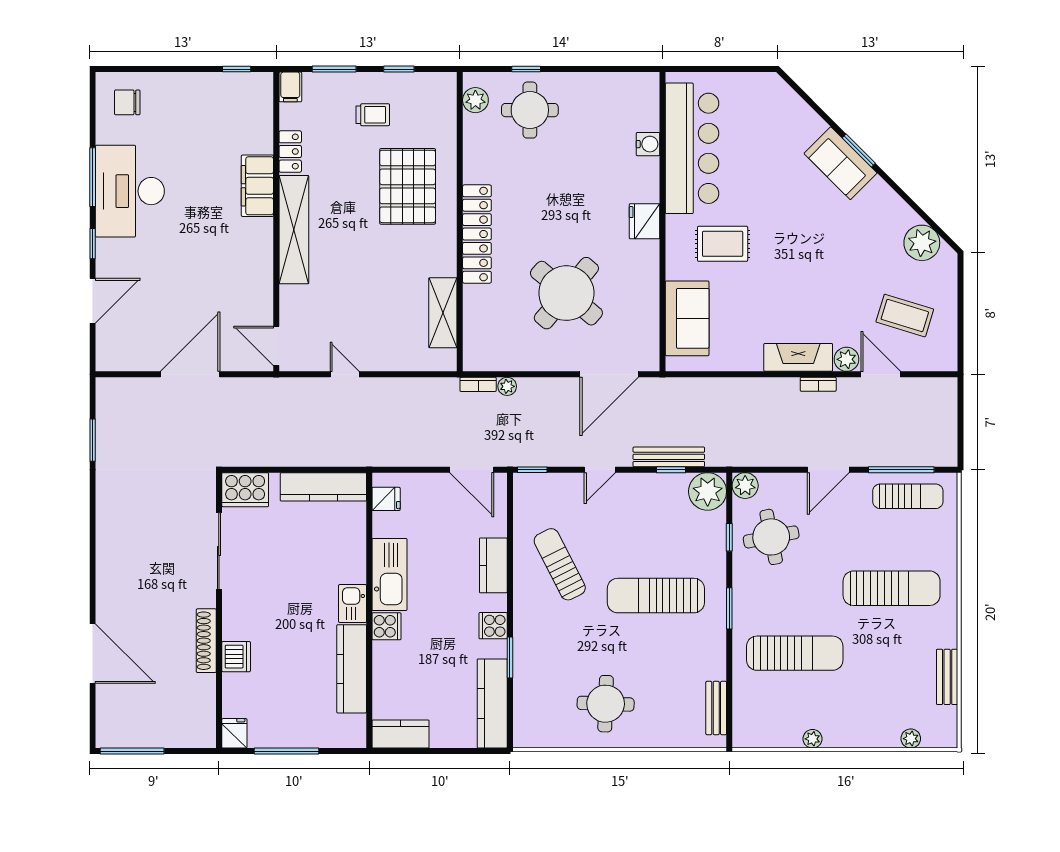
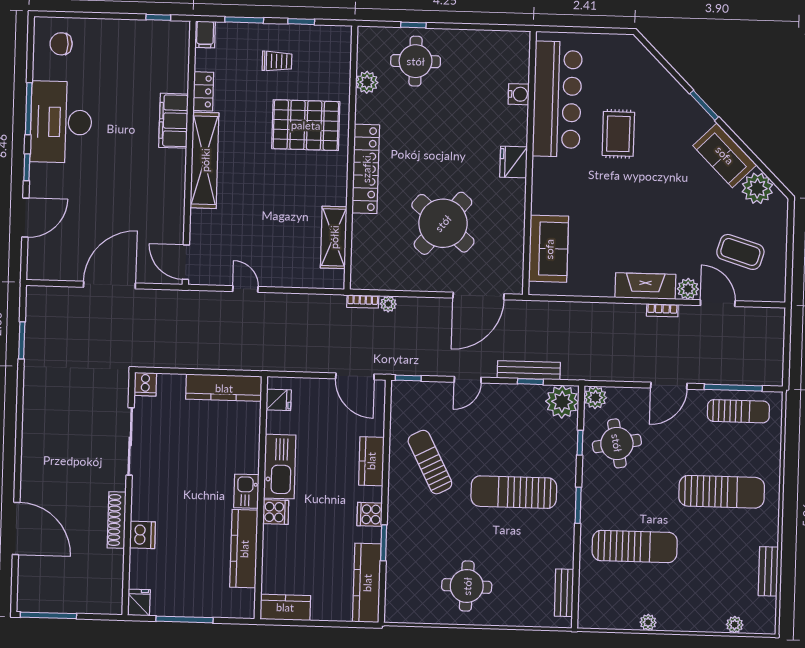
plant: (475, 100) -> (367, 82), moved
sofa: (841, 163) -> (725, 155), moved
pallet: (408, 186) -> (306, 125), turned 90
rug: (723, 244) -> (618, 134), moved, turned 90
cooker: (245, 490) -> (145, 384), width x0.53, depth x0.76

